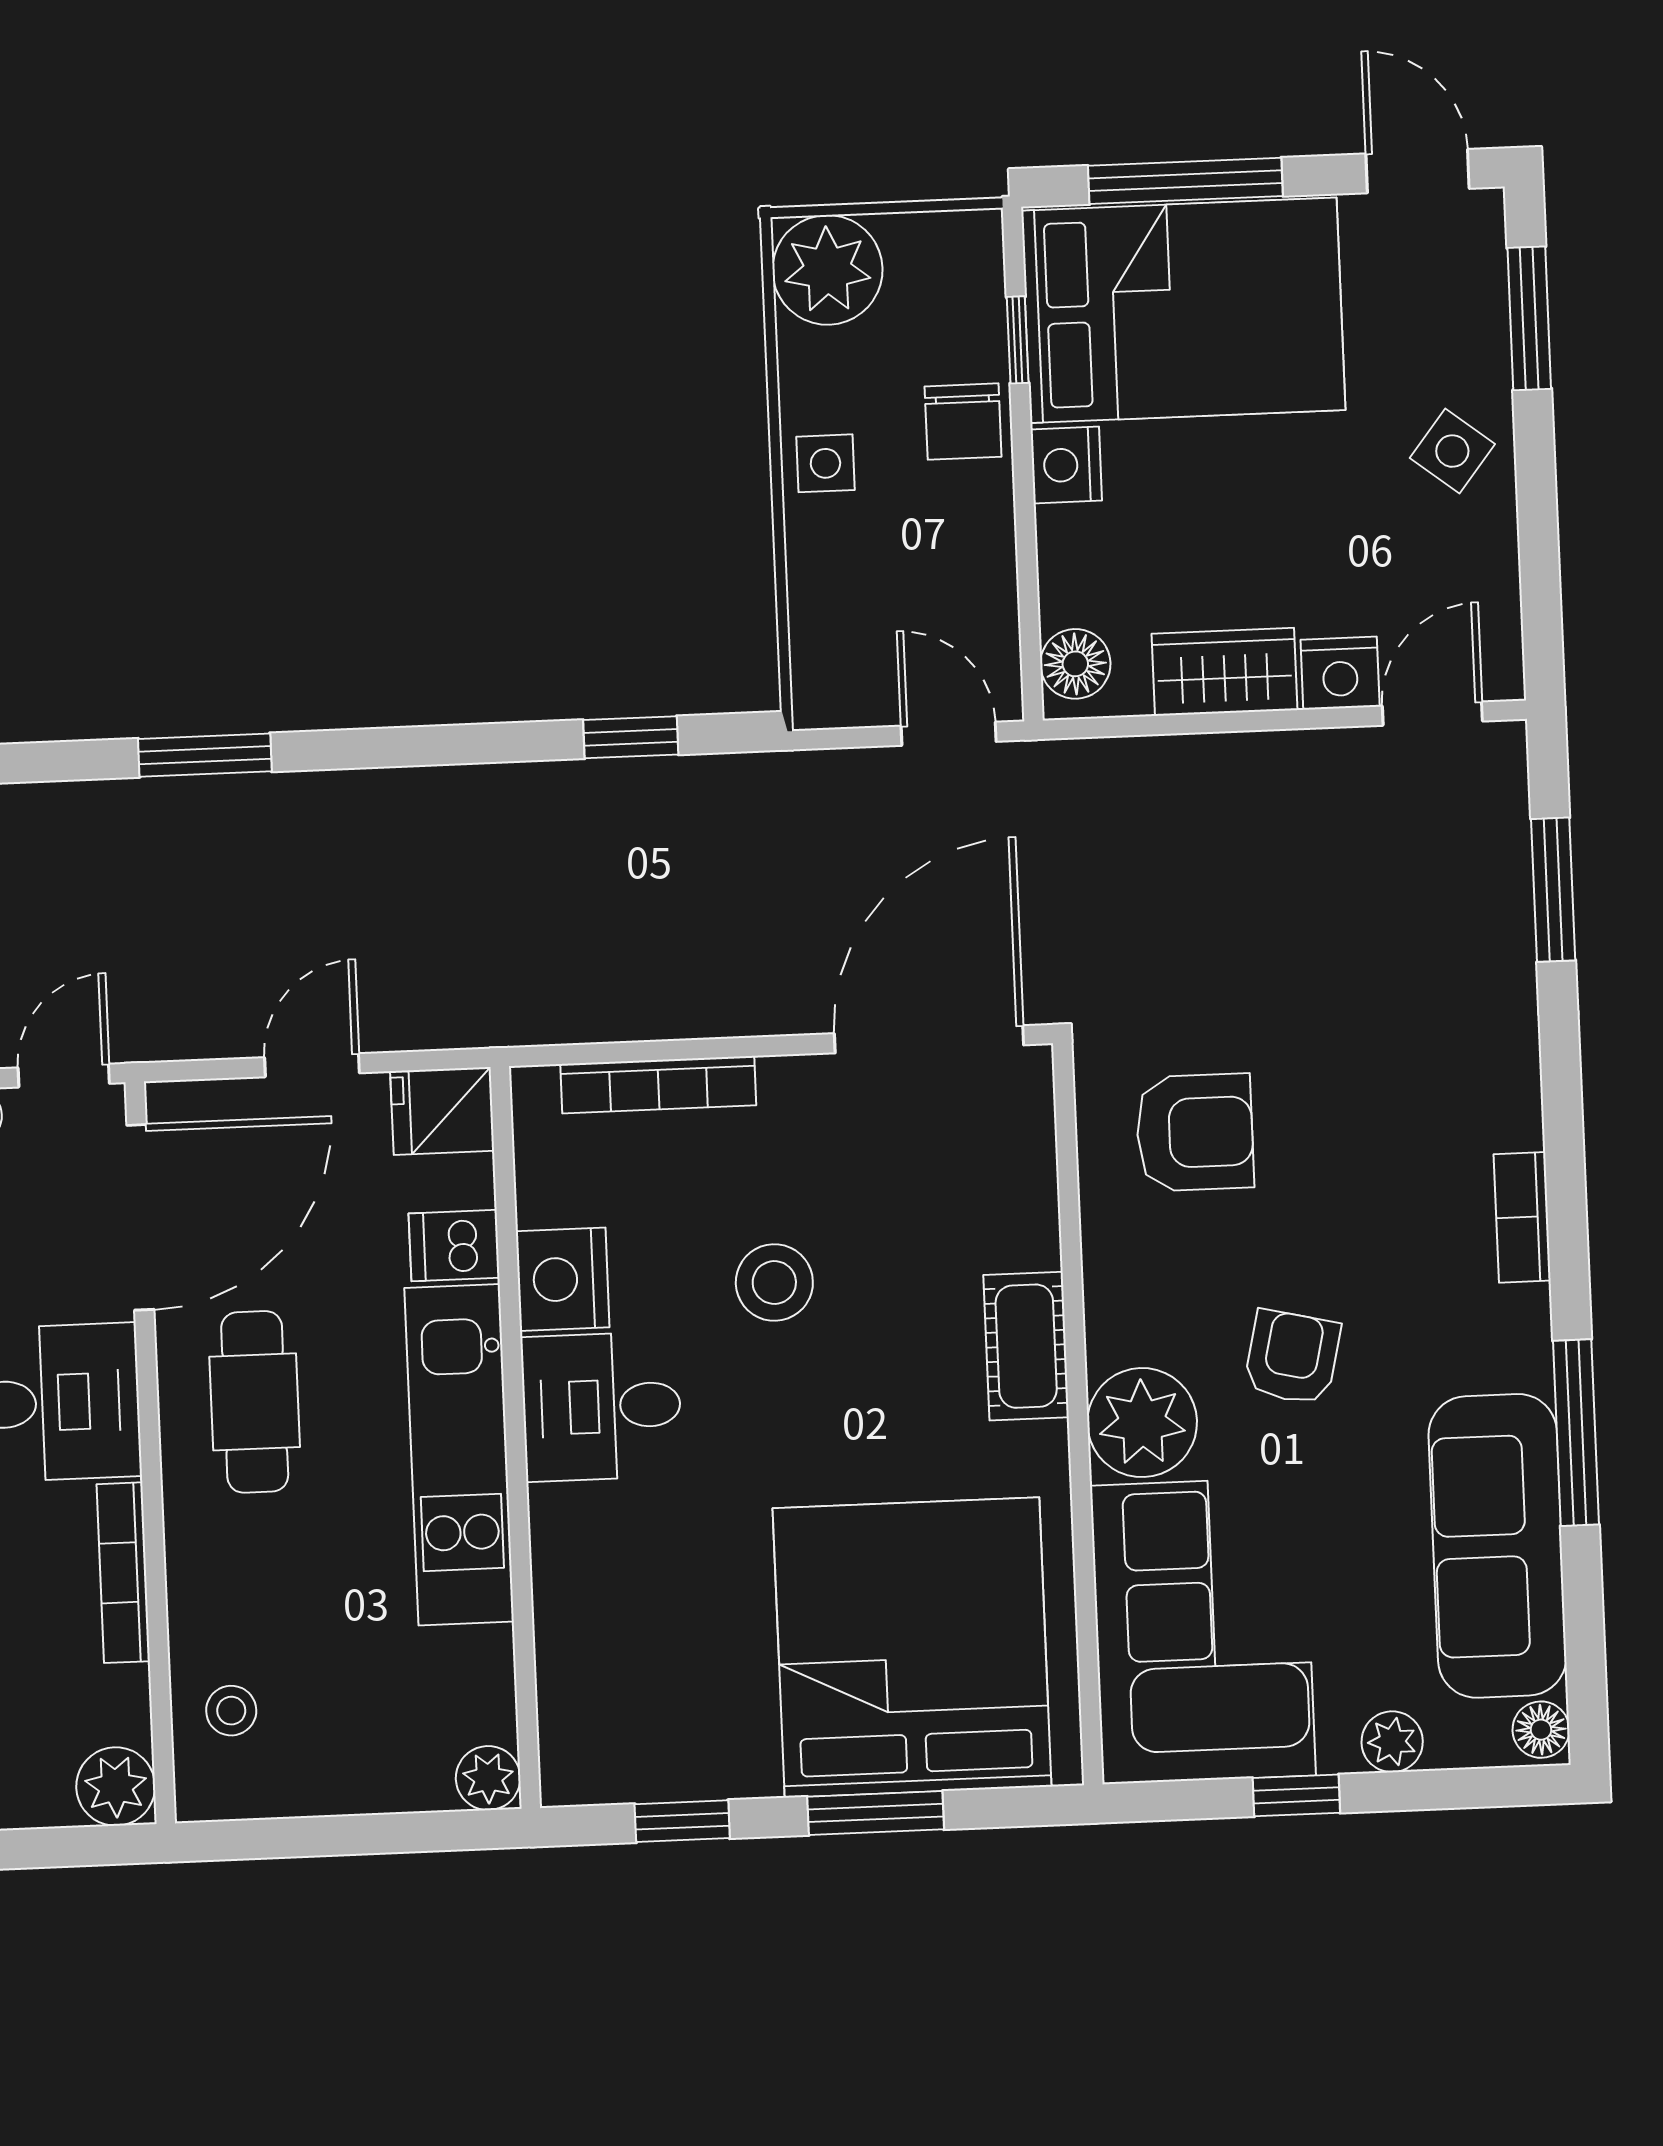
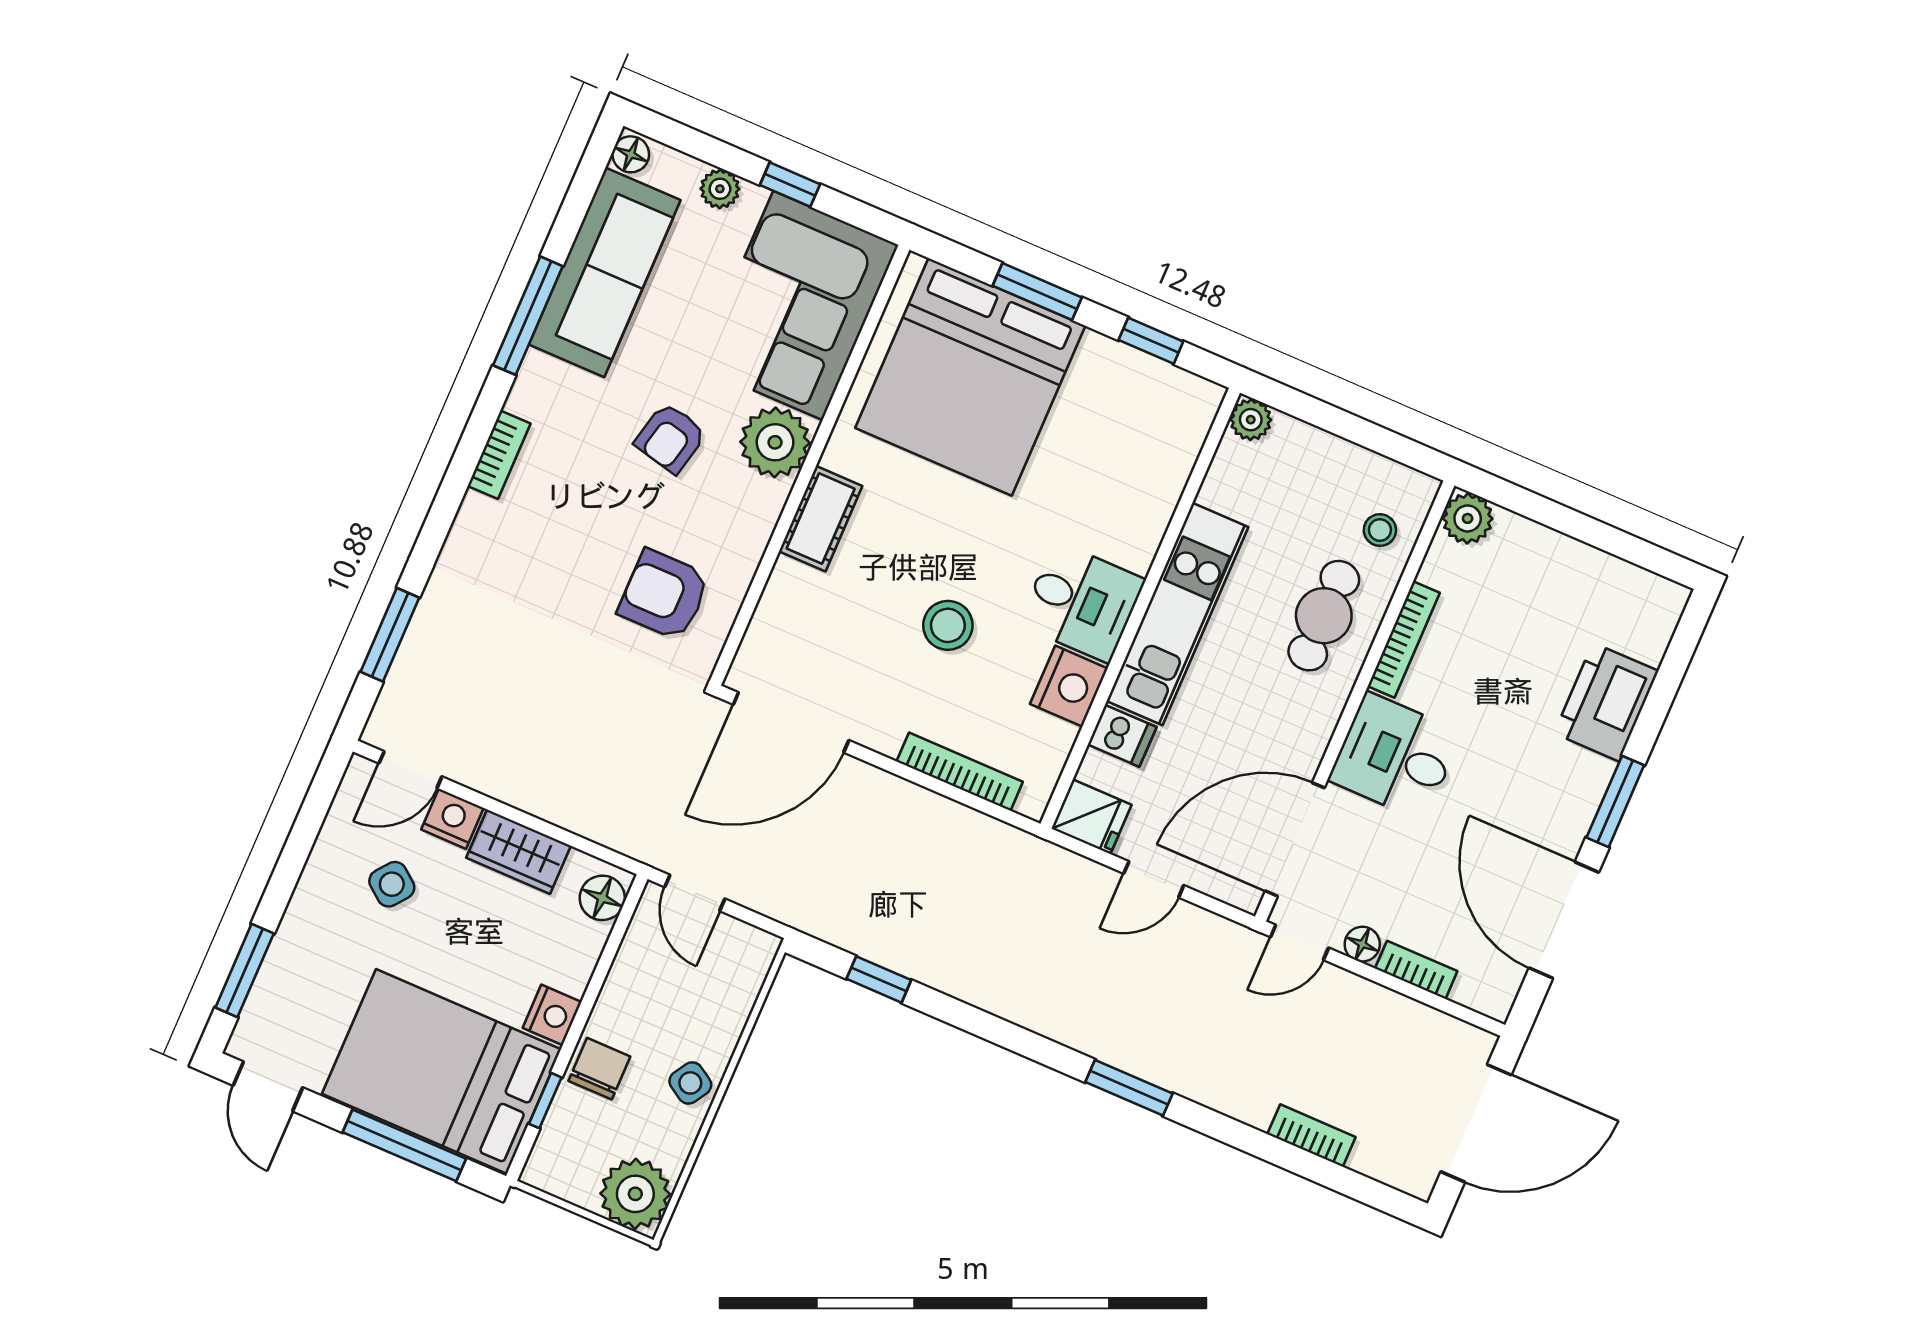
side table: (1452, 451) -> (392, 884), moved
side table: (825, 463) -> (690, 1083), turned 32
cafe table: (255, 1402) -> (1324, 616), moved

